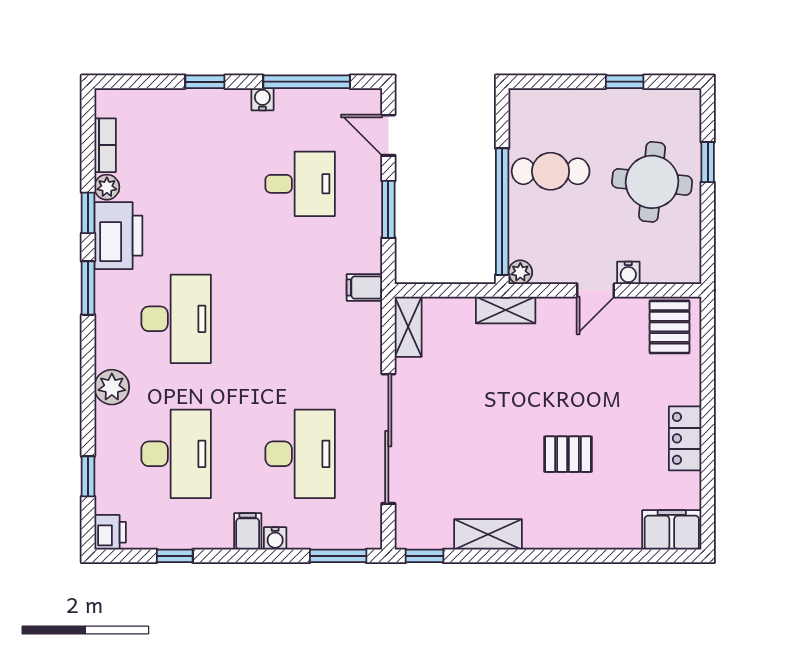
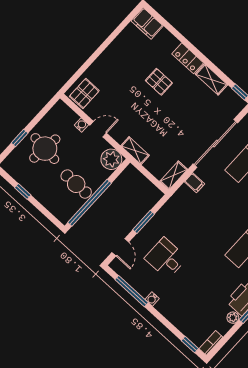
window: (205, 82) -> (190, 345), moved
bookcase: (105, 145) -> (211, 343), moved
window: (502, 212) -> (90, 203), moved
plant: (520, 272) -> (111, 159), width x1.88, depth x1.88
filing cabinet: (364, 287) -> (195, 183), moved
locker: (685, 438) -> (188, 58), moved, turned 90

